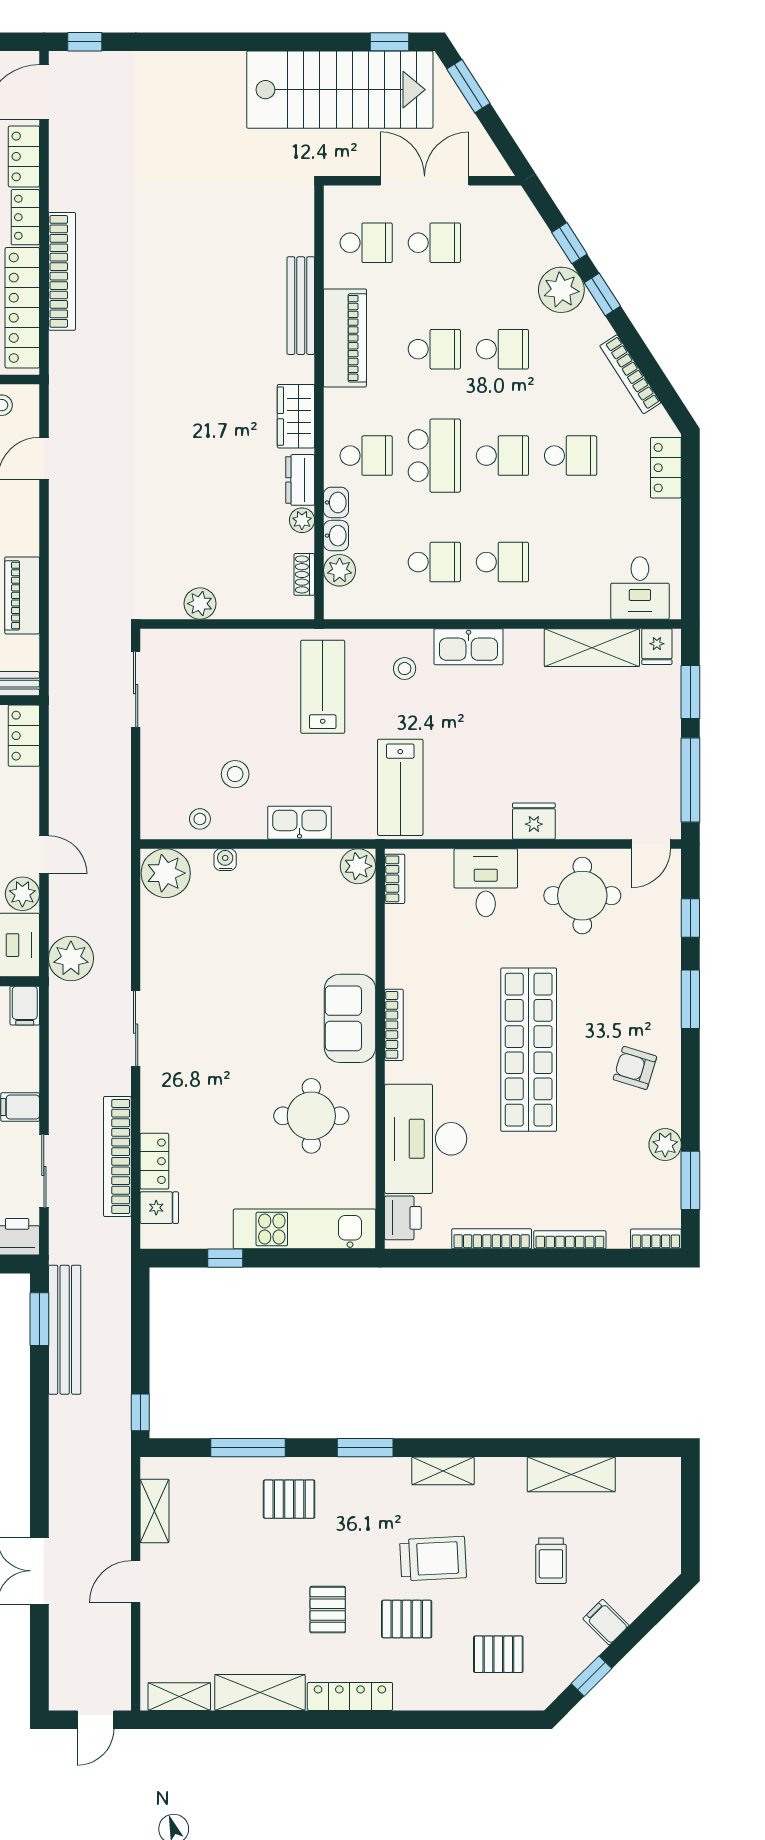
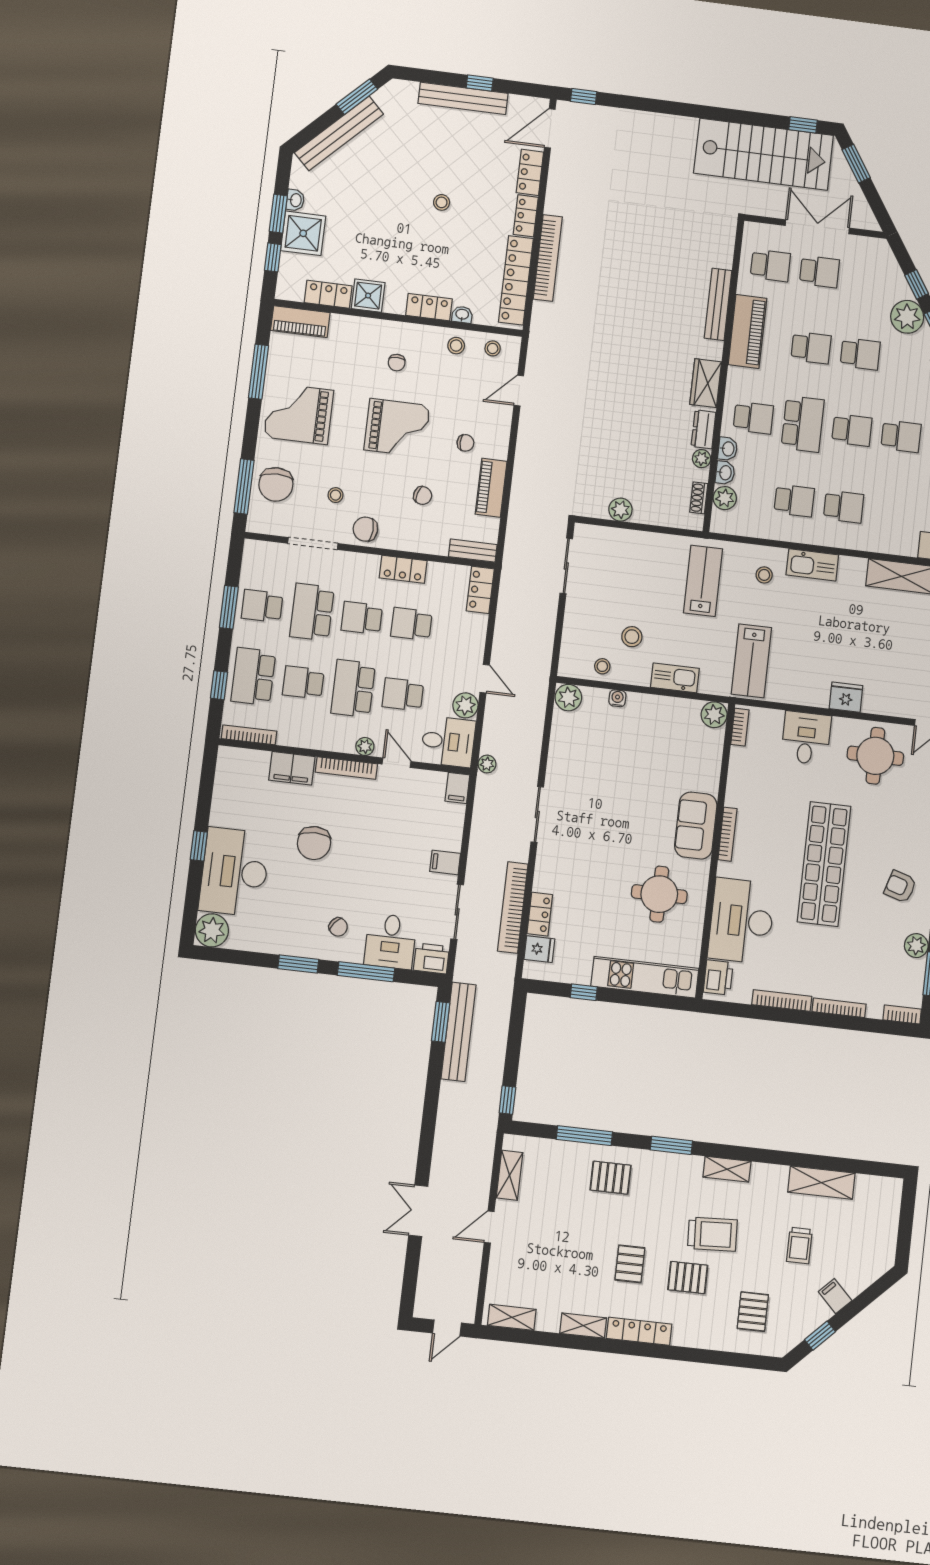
plant: (166, 873) -> (568, 698), width x0.73, depth x0.73
plant: (71, 958) -> (487, 764), width x0.53, depth x0.53
pallet: (498, 1654) -> (753, 1312), turned 90
shelving: (260, 1692) -> (583, 1326), width x0.67, depth x0.75

